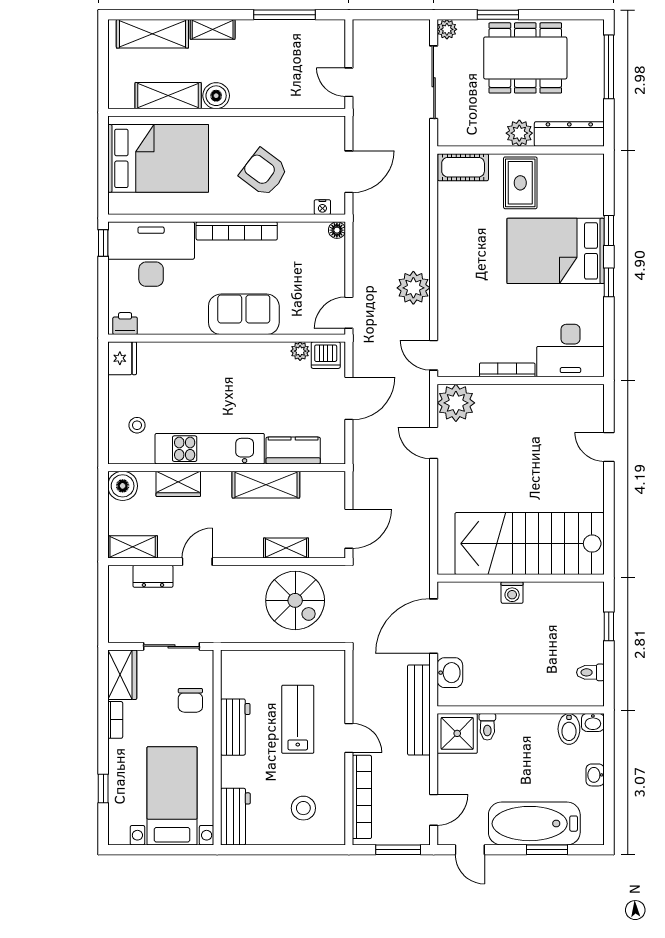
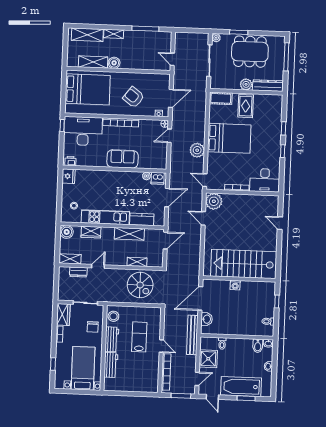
bed: (556, 251) -> (229, 138), moved, turned 180
door: (349, 313) -> (169, 136), moved
door: (349, 529) -> (165, 241), moved
shower: (457, 733) -> (208, 359), moved
stool: (303, 808) -> (113, 316), moved
workbench: (235, 817) -> (111, 365), moved

